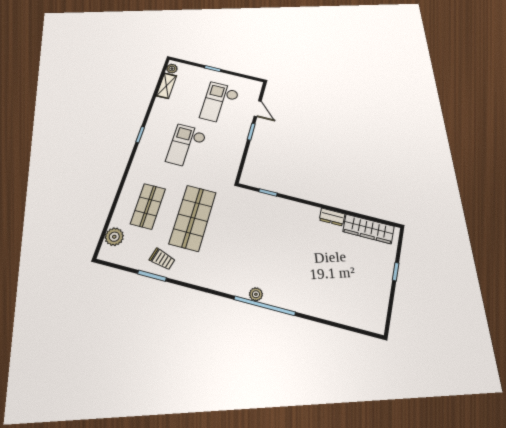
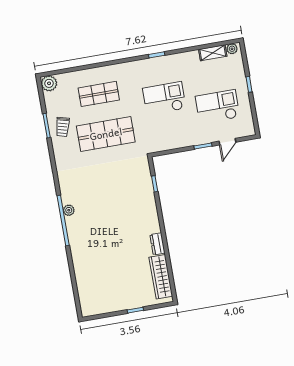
plant: (114, 237) -> (49, 83), moved

